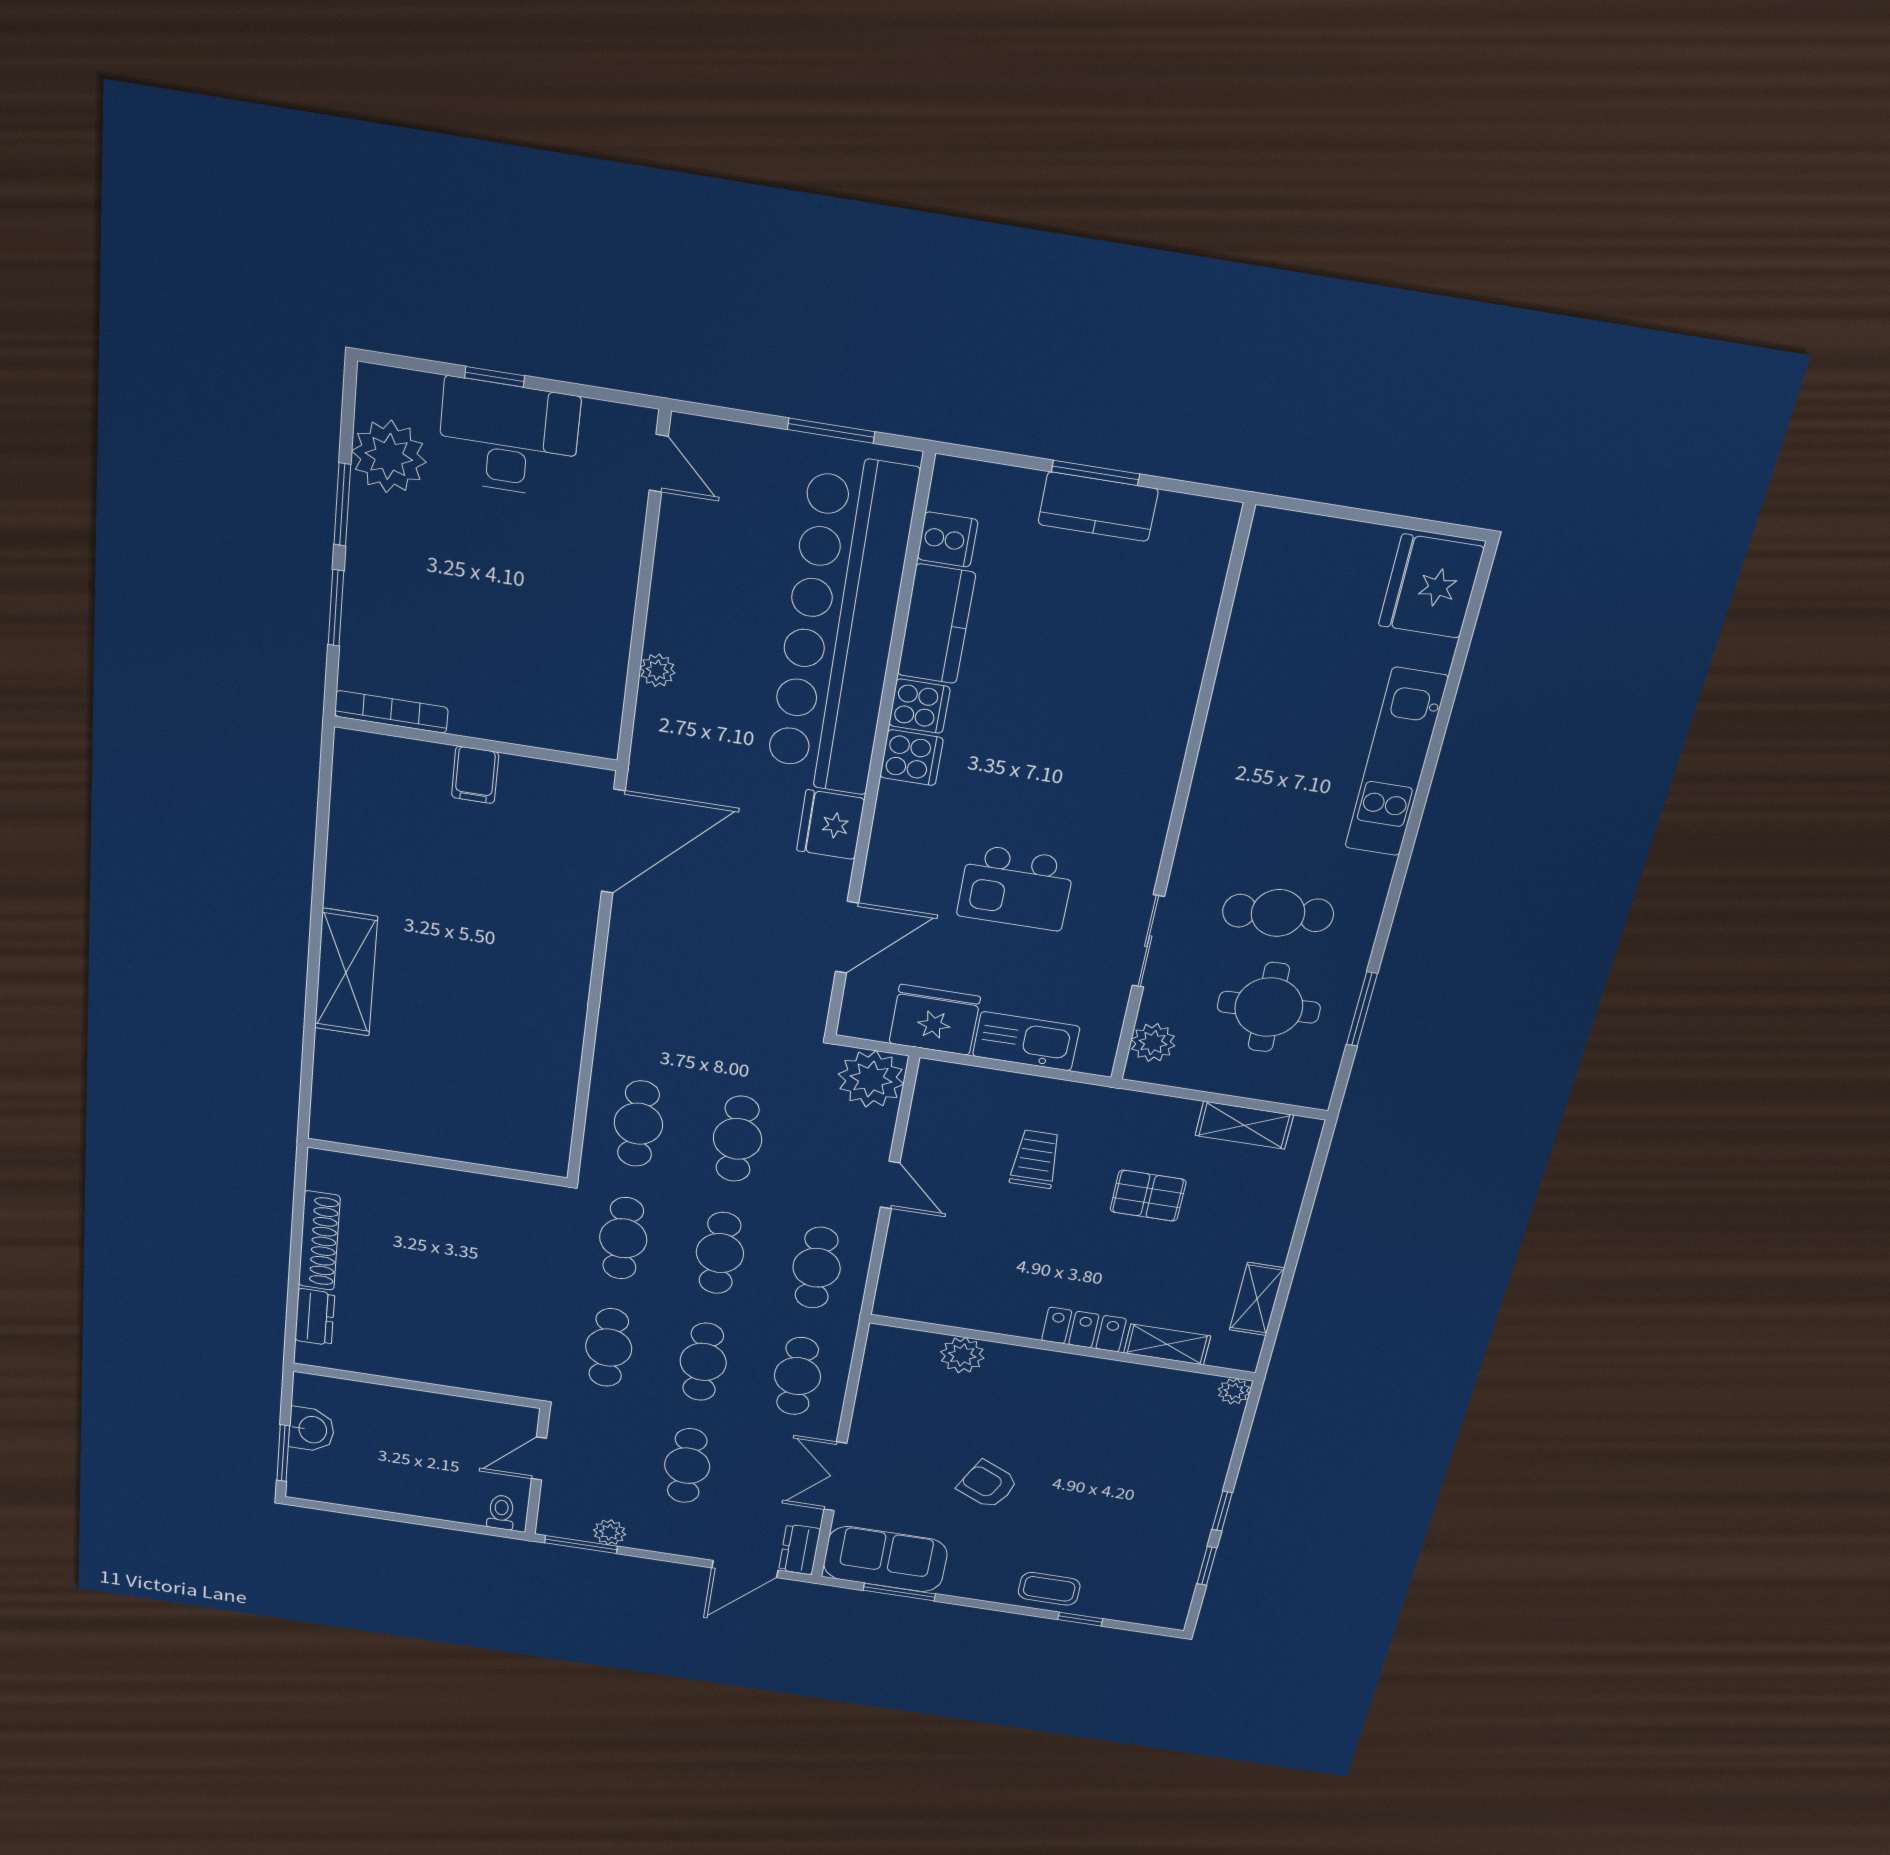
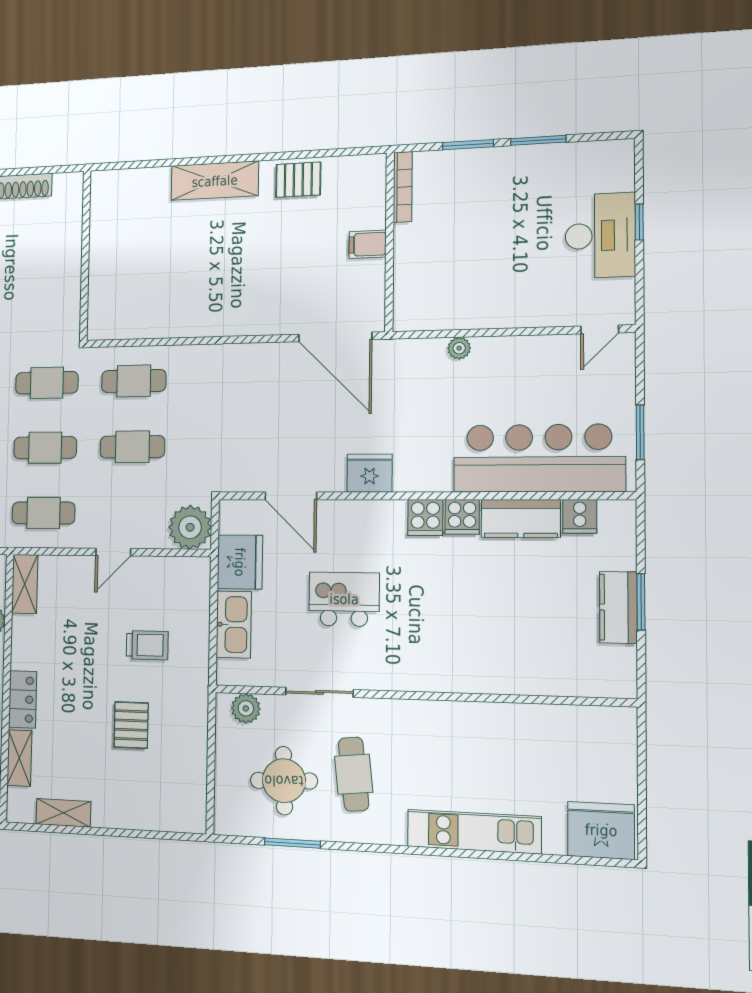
plant: (389, 457) -> (575, 165), removed
bar counter: (840, 628) -> (539, 458), width x0.73
pallet: (360, 857) -> (298, 180), added
kitchen island: (1016, 888) -> (344, 599), turned 90
shelving: (1244, 1125) -> (25, 584), moved

